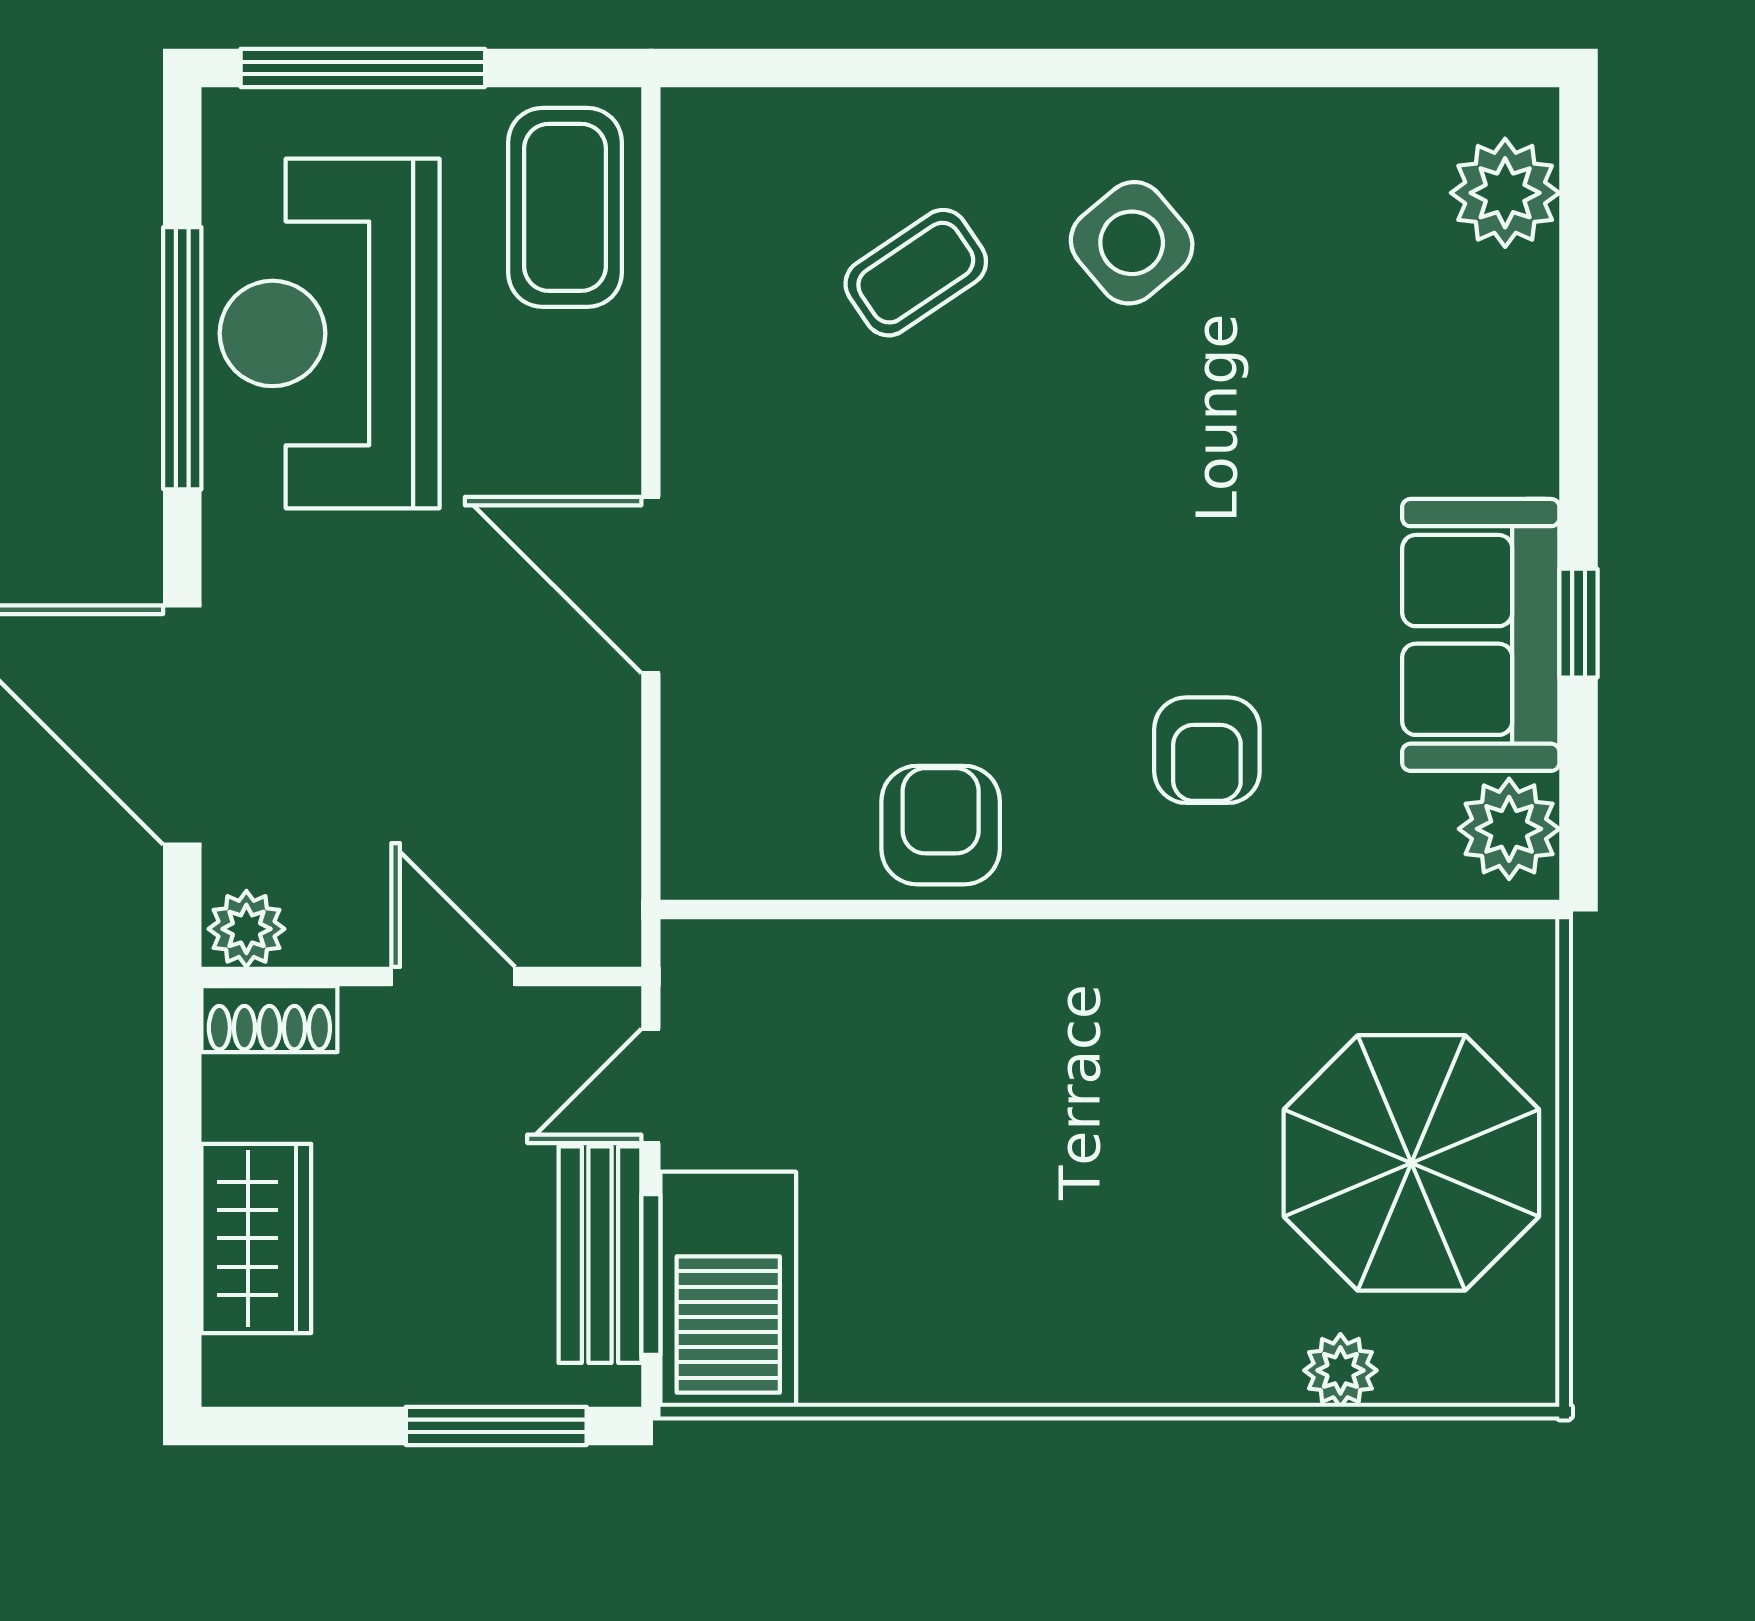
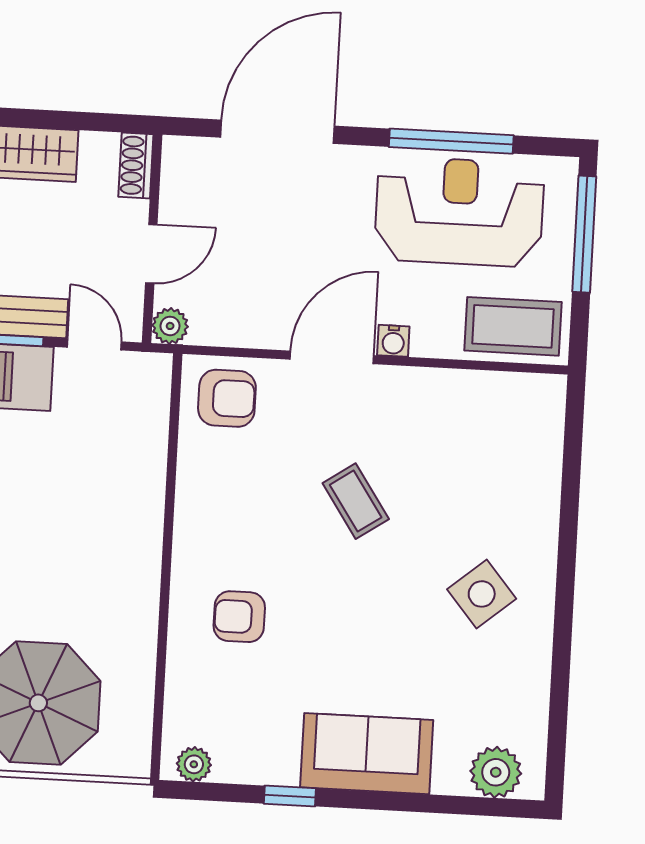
coffee table: (916, 273) -> (356, 501), moved
water cooler: (609, 457) -> (393, 341), added
sofa: (1481, 635) -> (367, 754), moved
armchair: (941, 825) -> (227, 398), moved
plant: (1509, 829) -> (194, 764), width x0.73, depth x0.73
plant: (246, 929) -> (170, 326), moved

